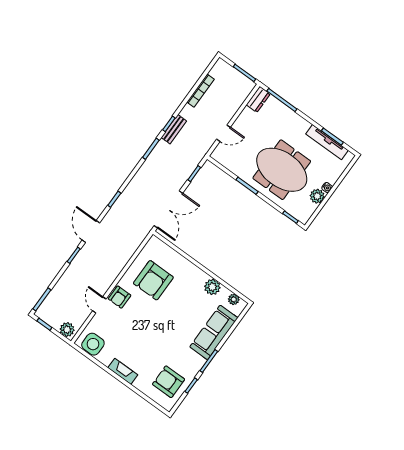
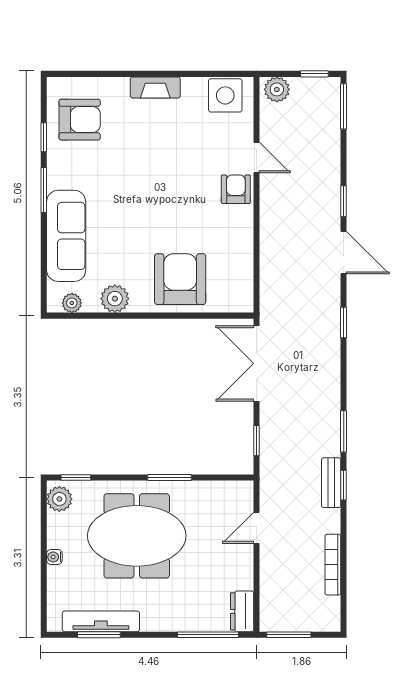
plant: (317, 196) -> (59, 499), moved
armchair: (153, 280) -> (180, 279), moved

